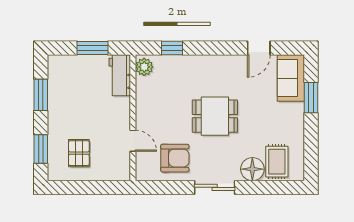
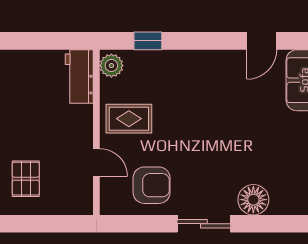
window: (93, 48) -> (44, 41), removed
dining table: (215, 116) -> (204, 130), removed
rug: (277, 162) -> (129, 119), moved, turned 90

